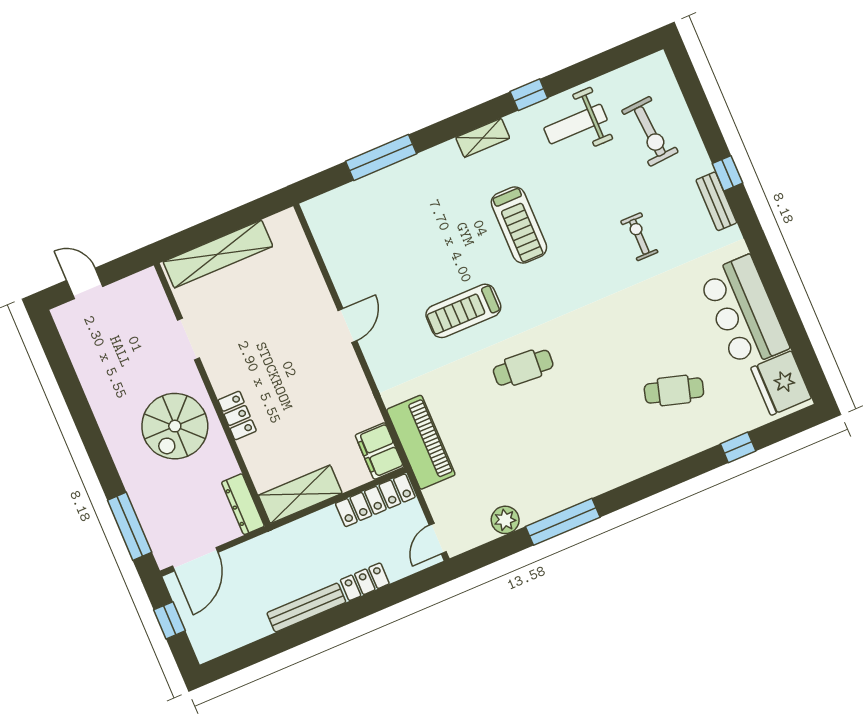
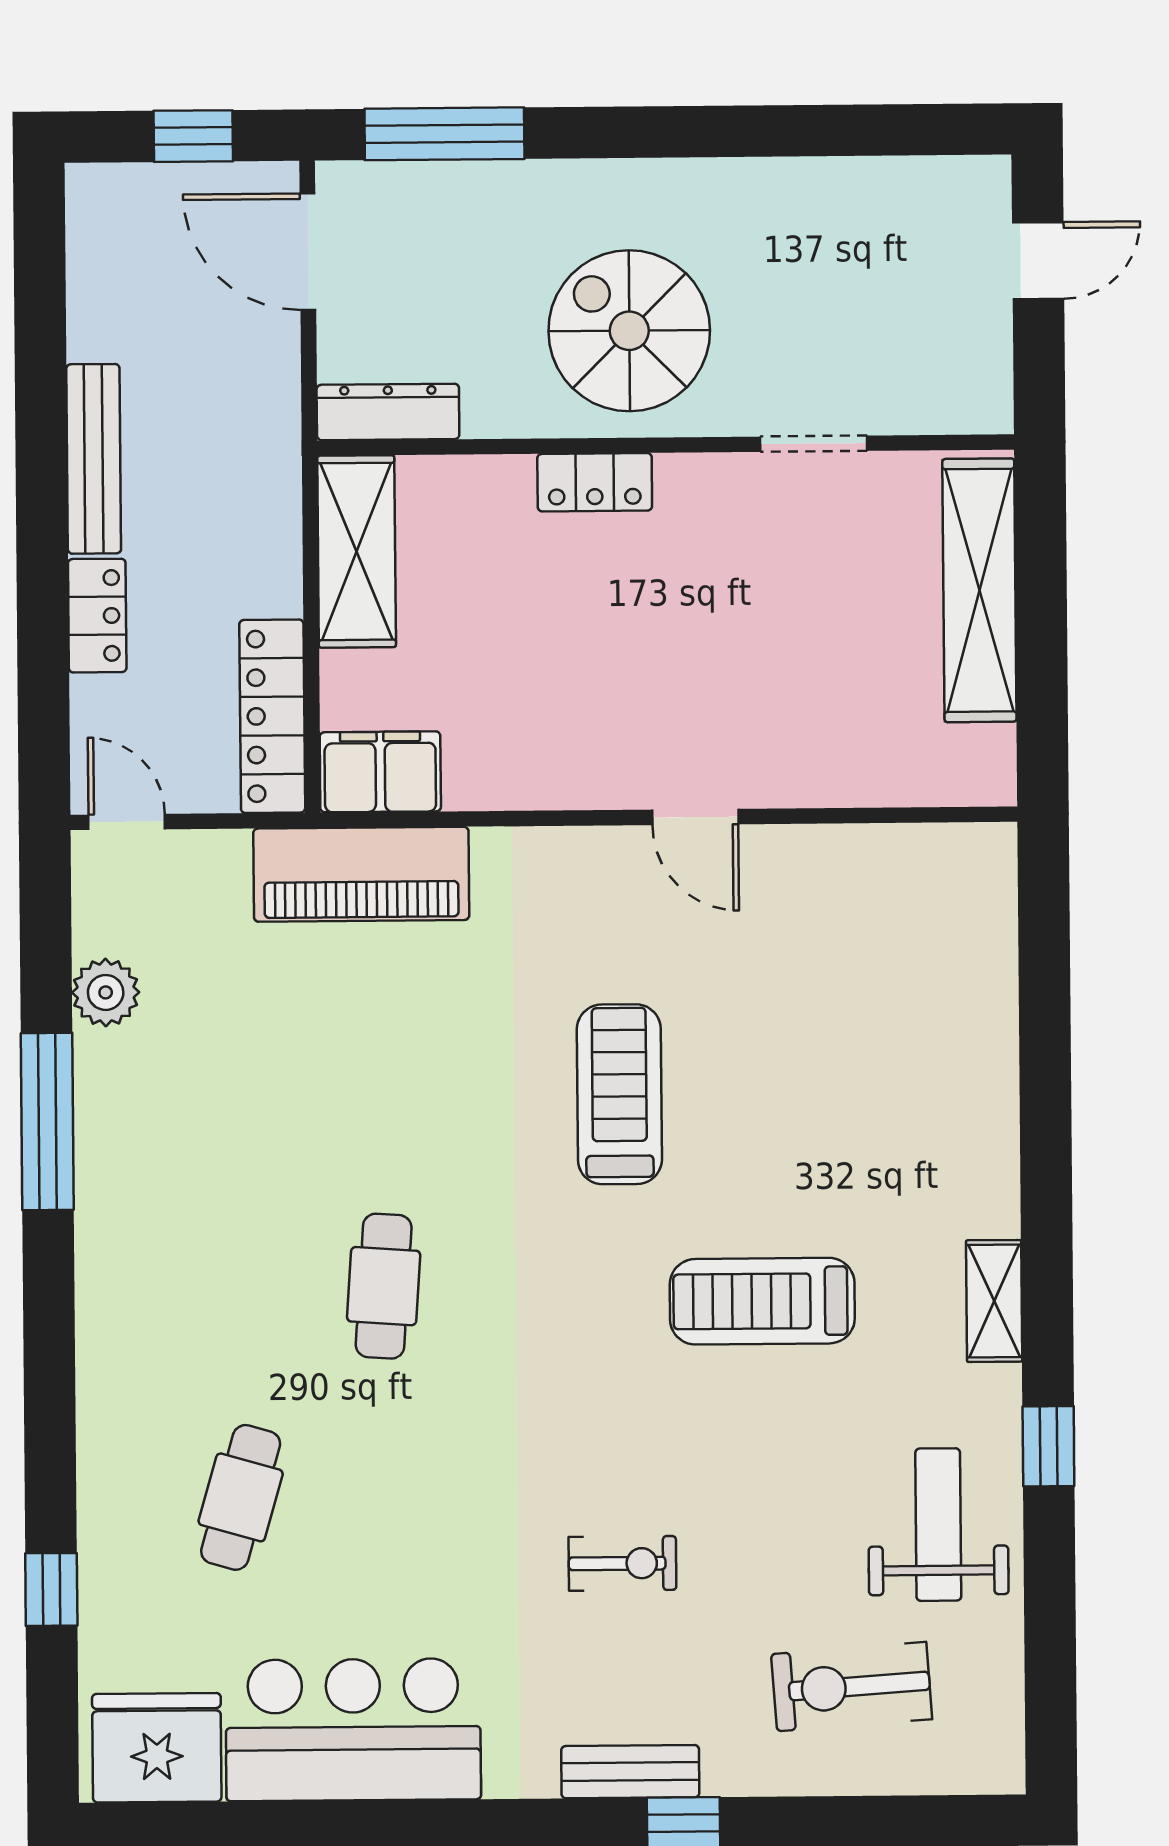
window: (381, 158) -> (1045, 1052), removed
cafe table: (523, 368) -> (384, 1286), moved

